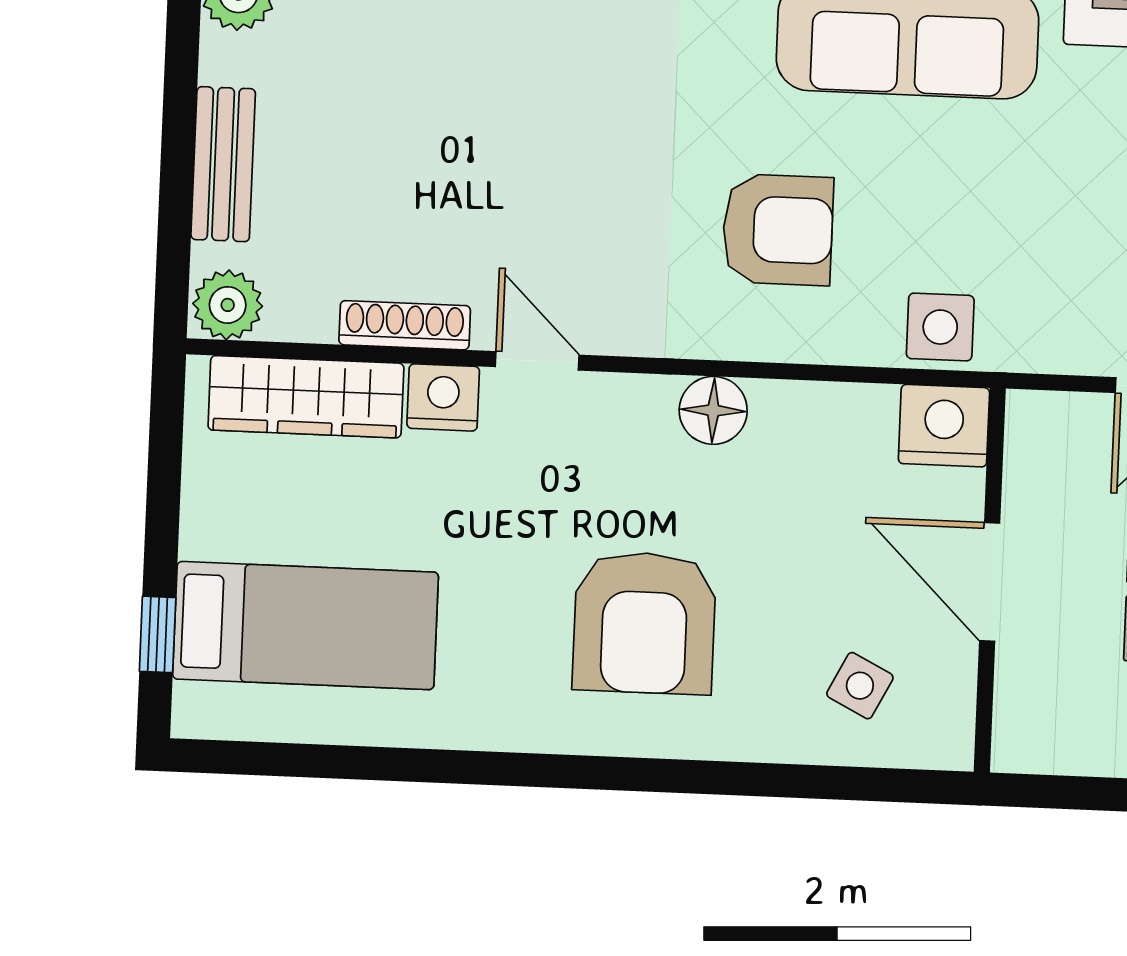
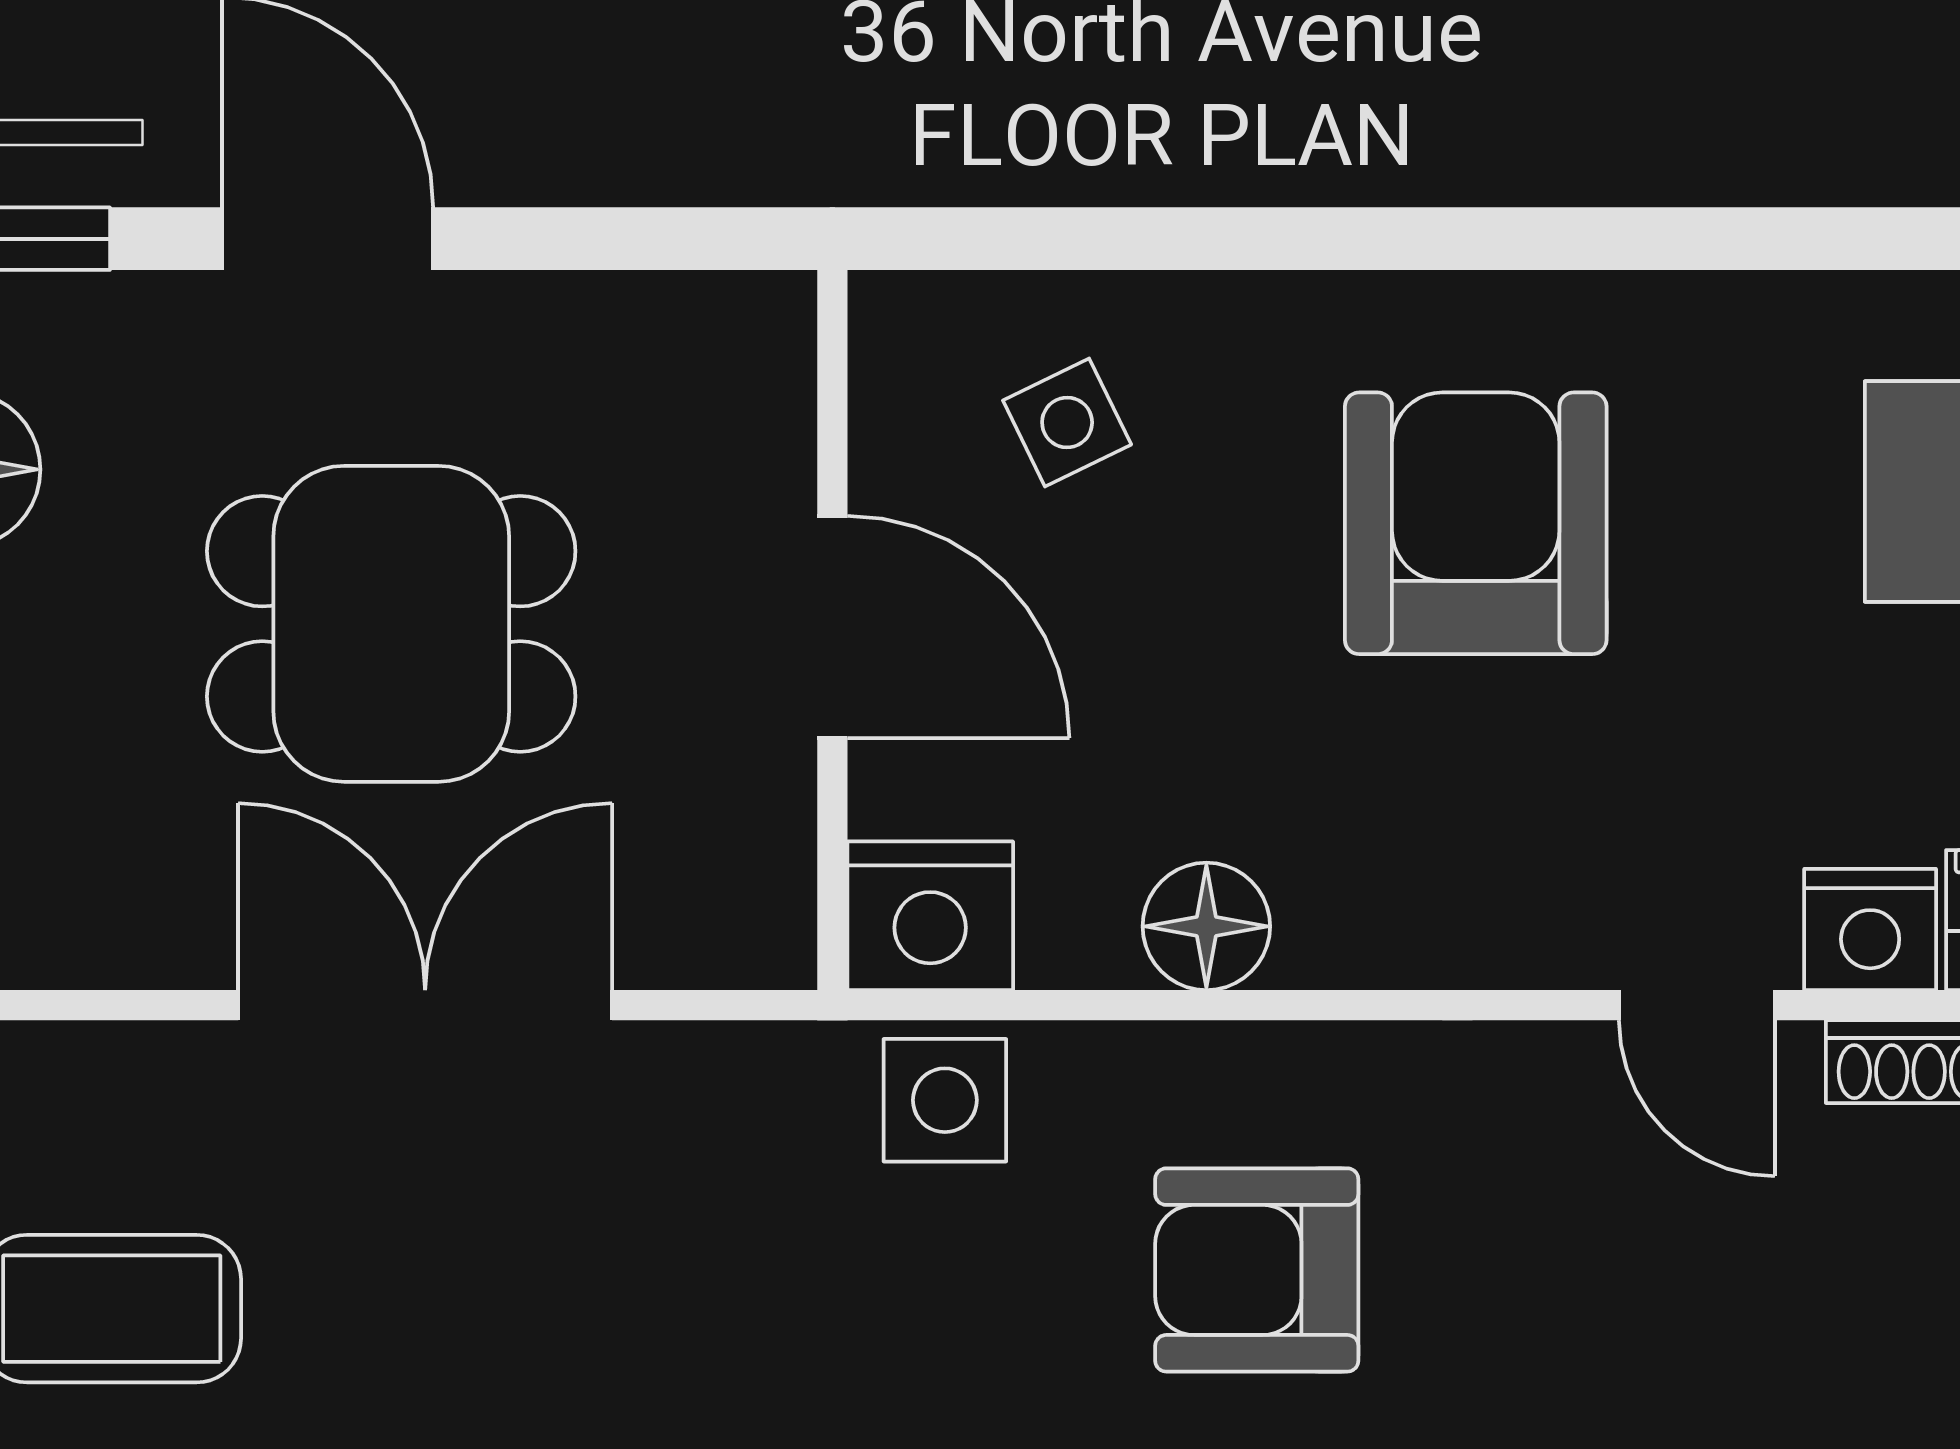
floor lamp: (713, 410) -> (1206, 926), moved
side table: (860, 686) -> (1067, 423), turned 37

